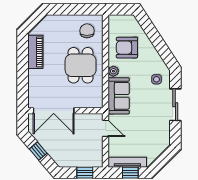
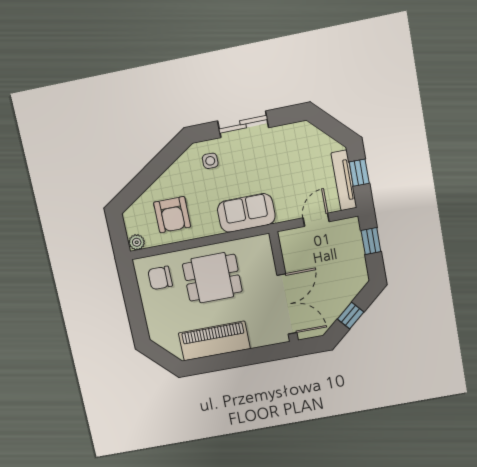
piano: (35, 52) -> (214, 341), width x1.37, depth x1.33
plant: (113, 71) -> (137, 242), moved
door: (106, 128) -> (316, 220), moved

